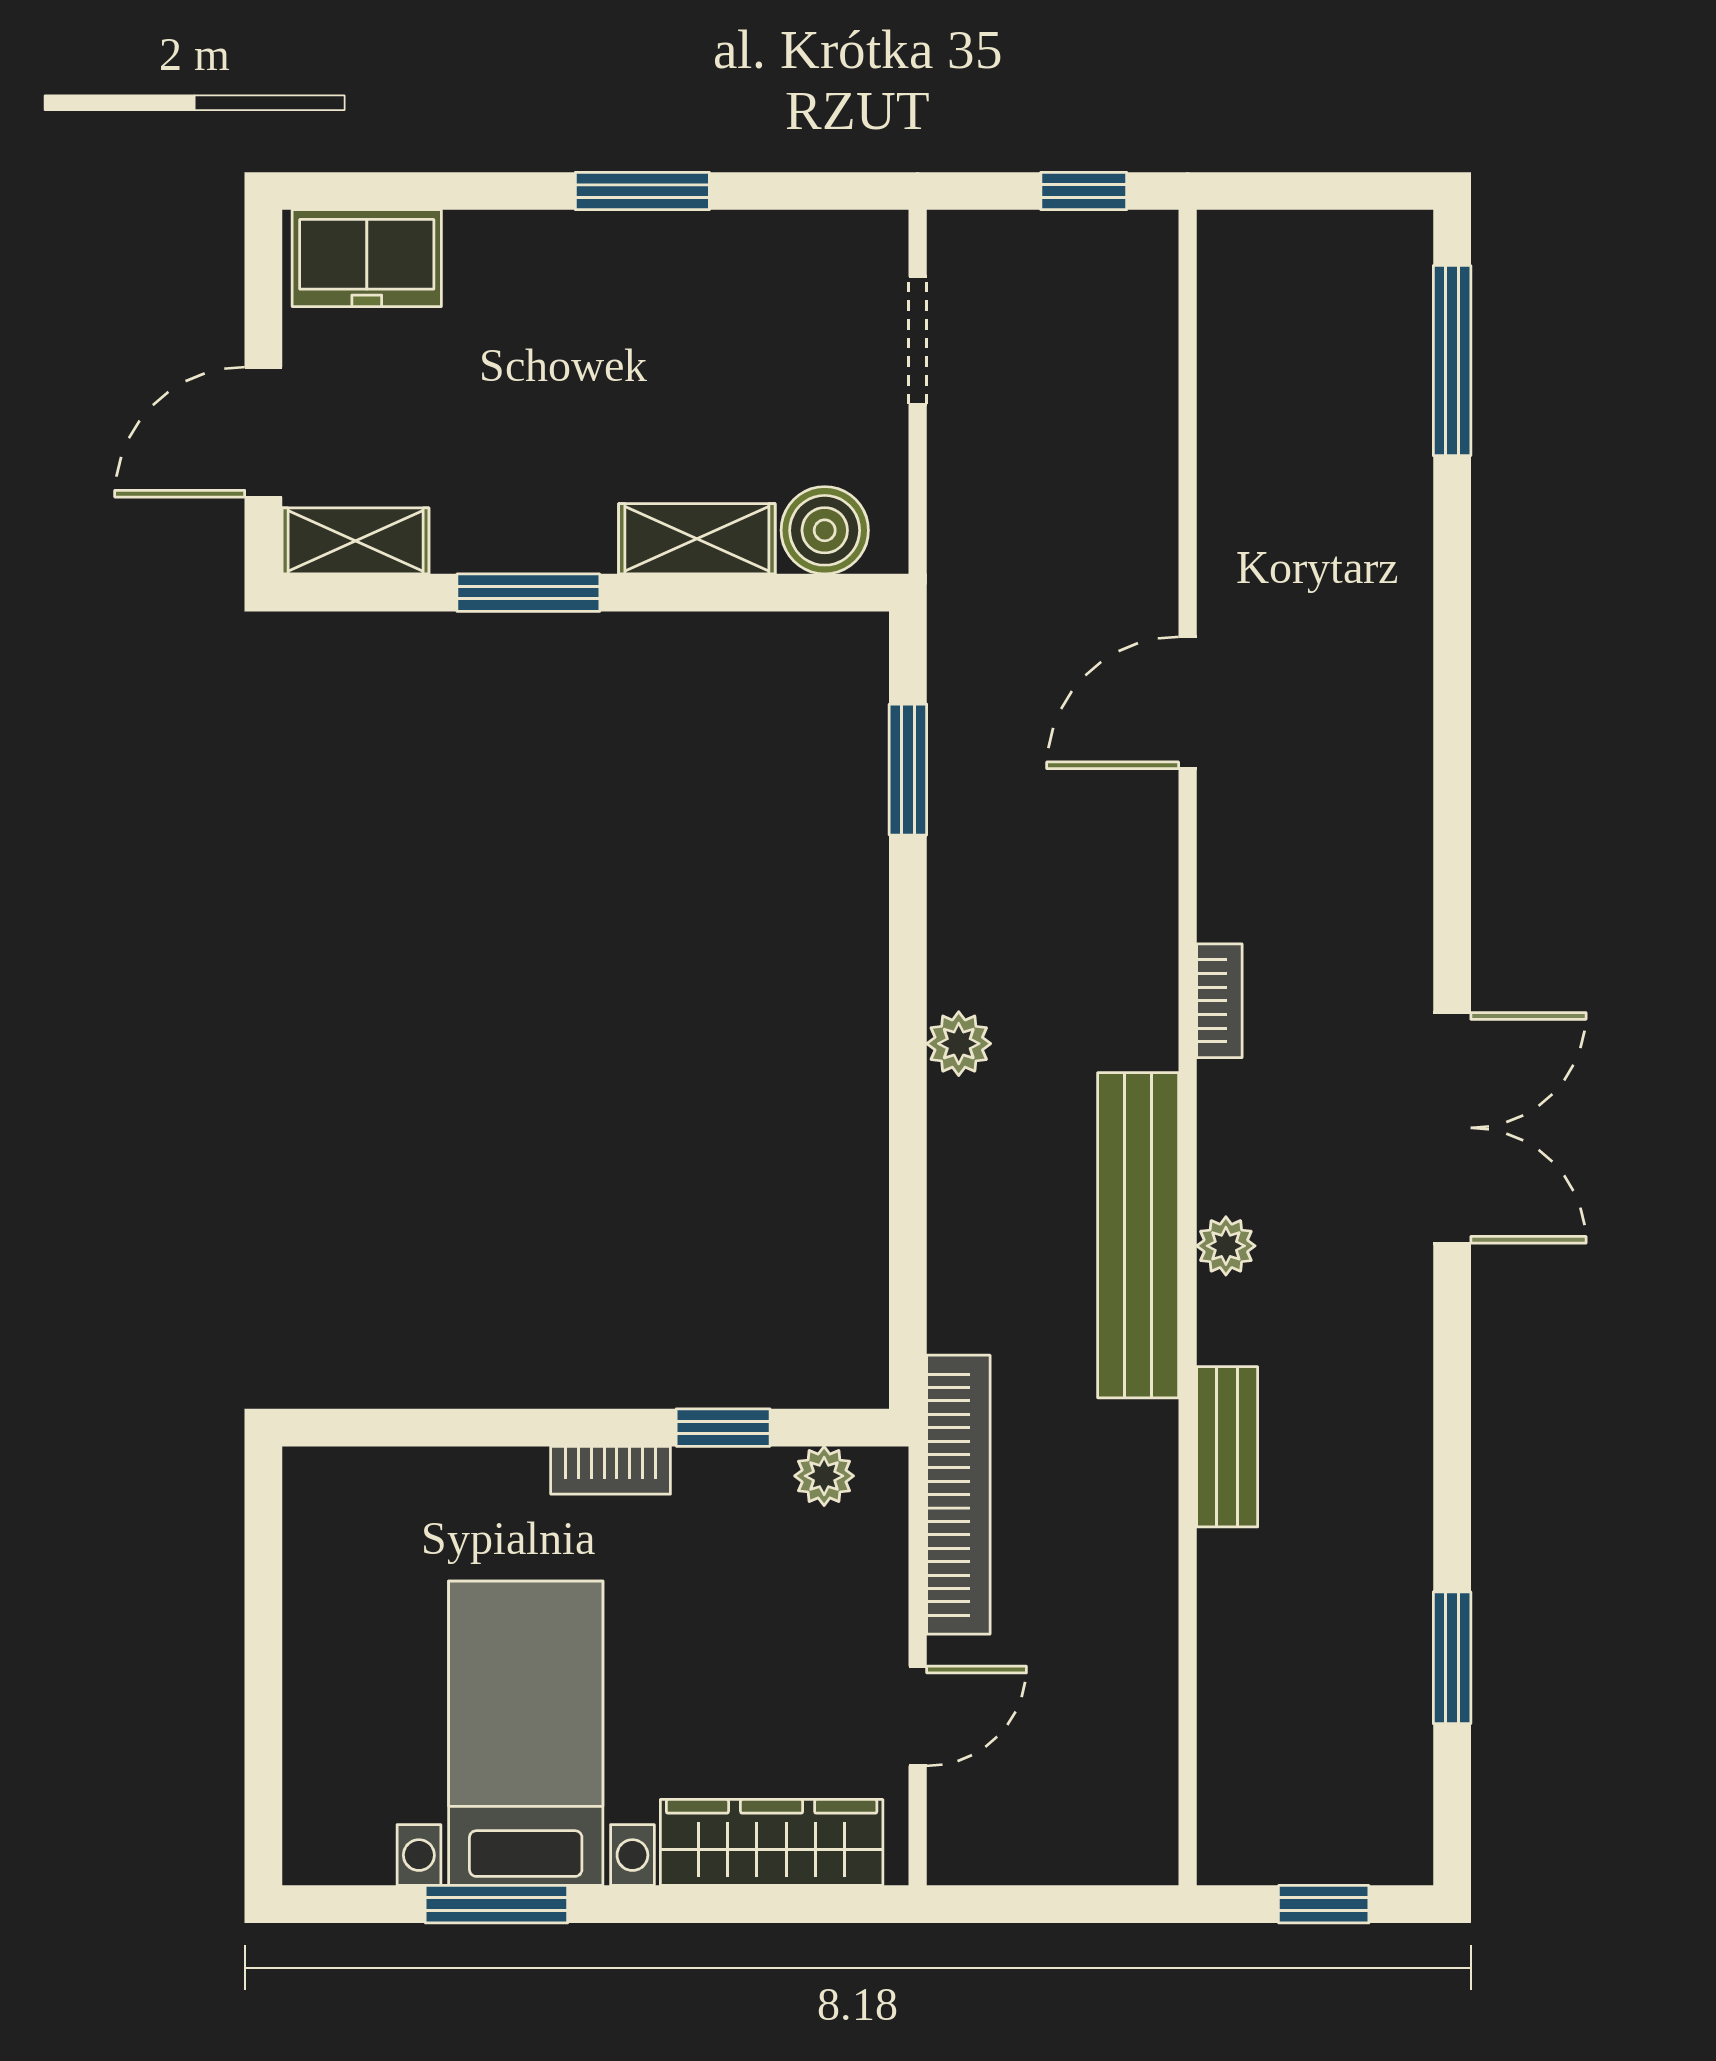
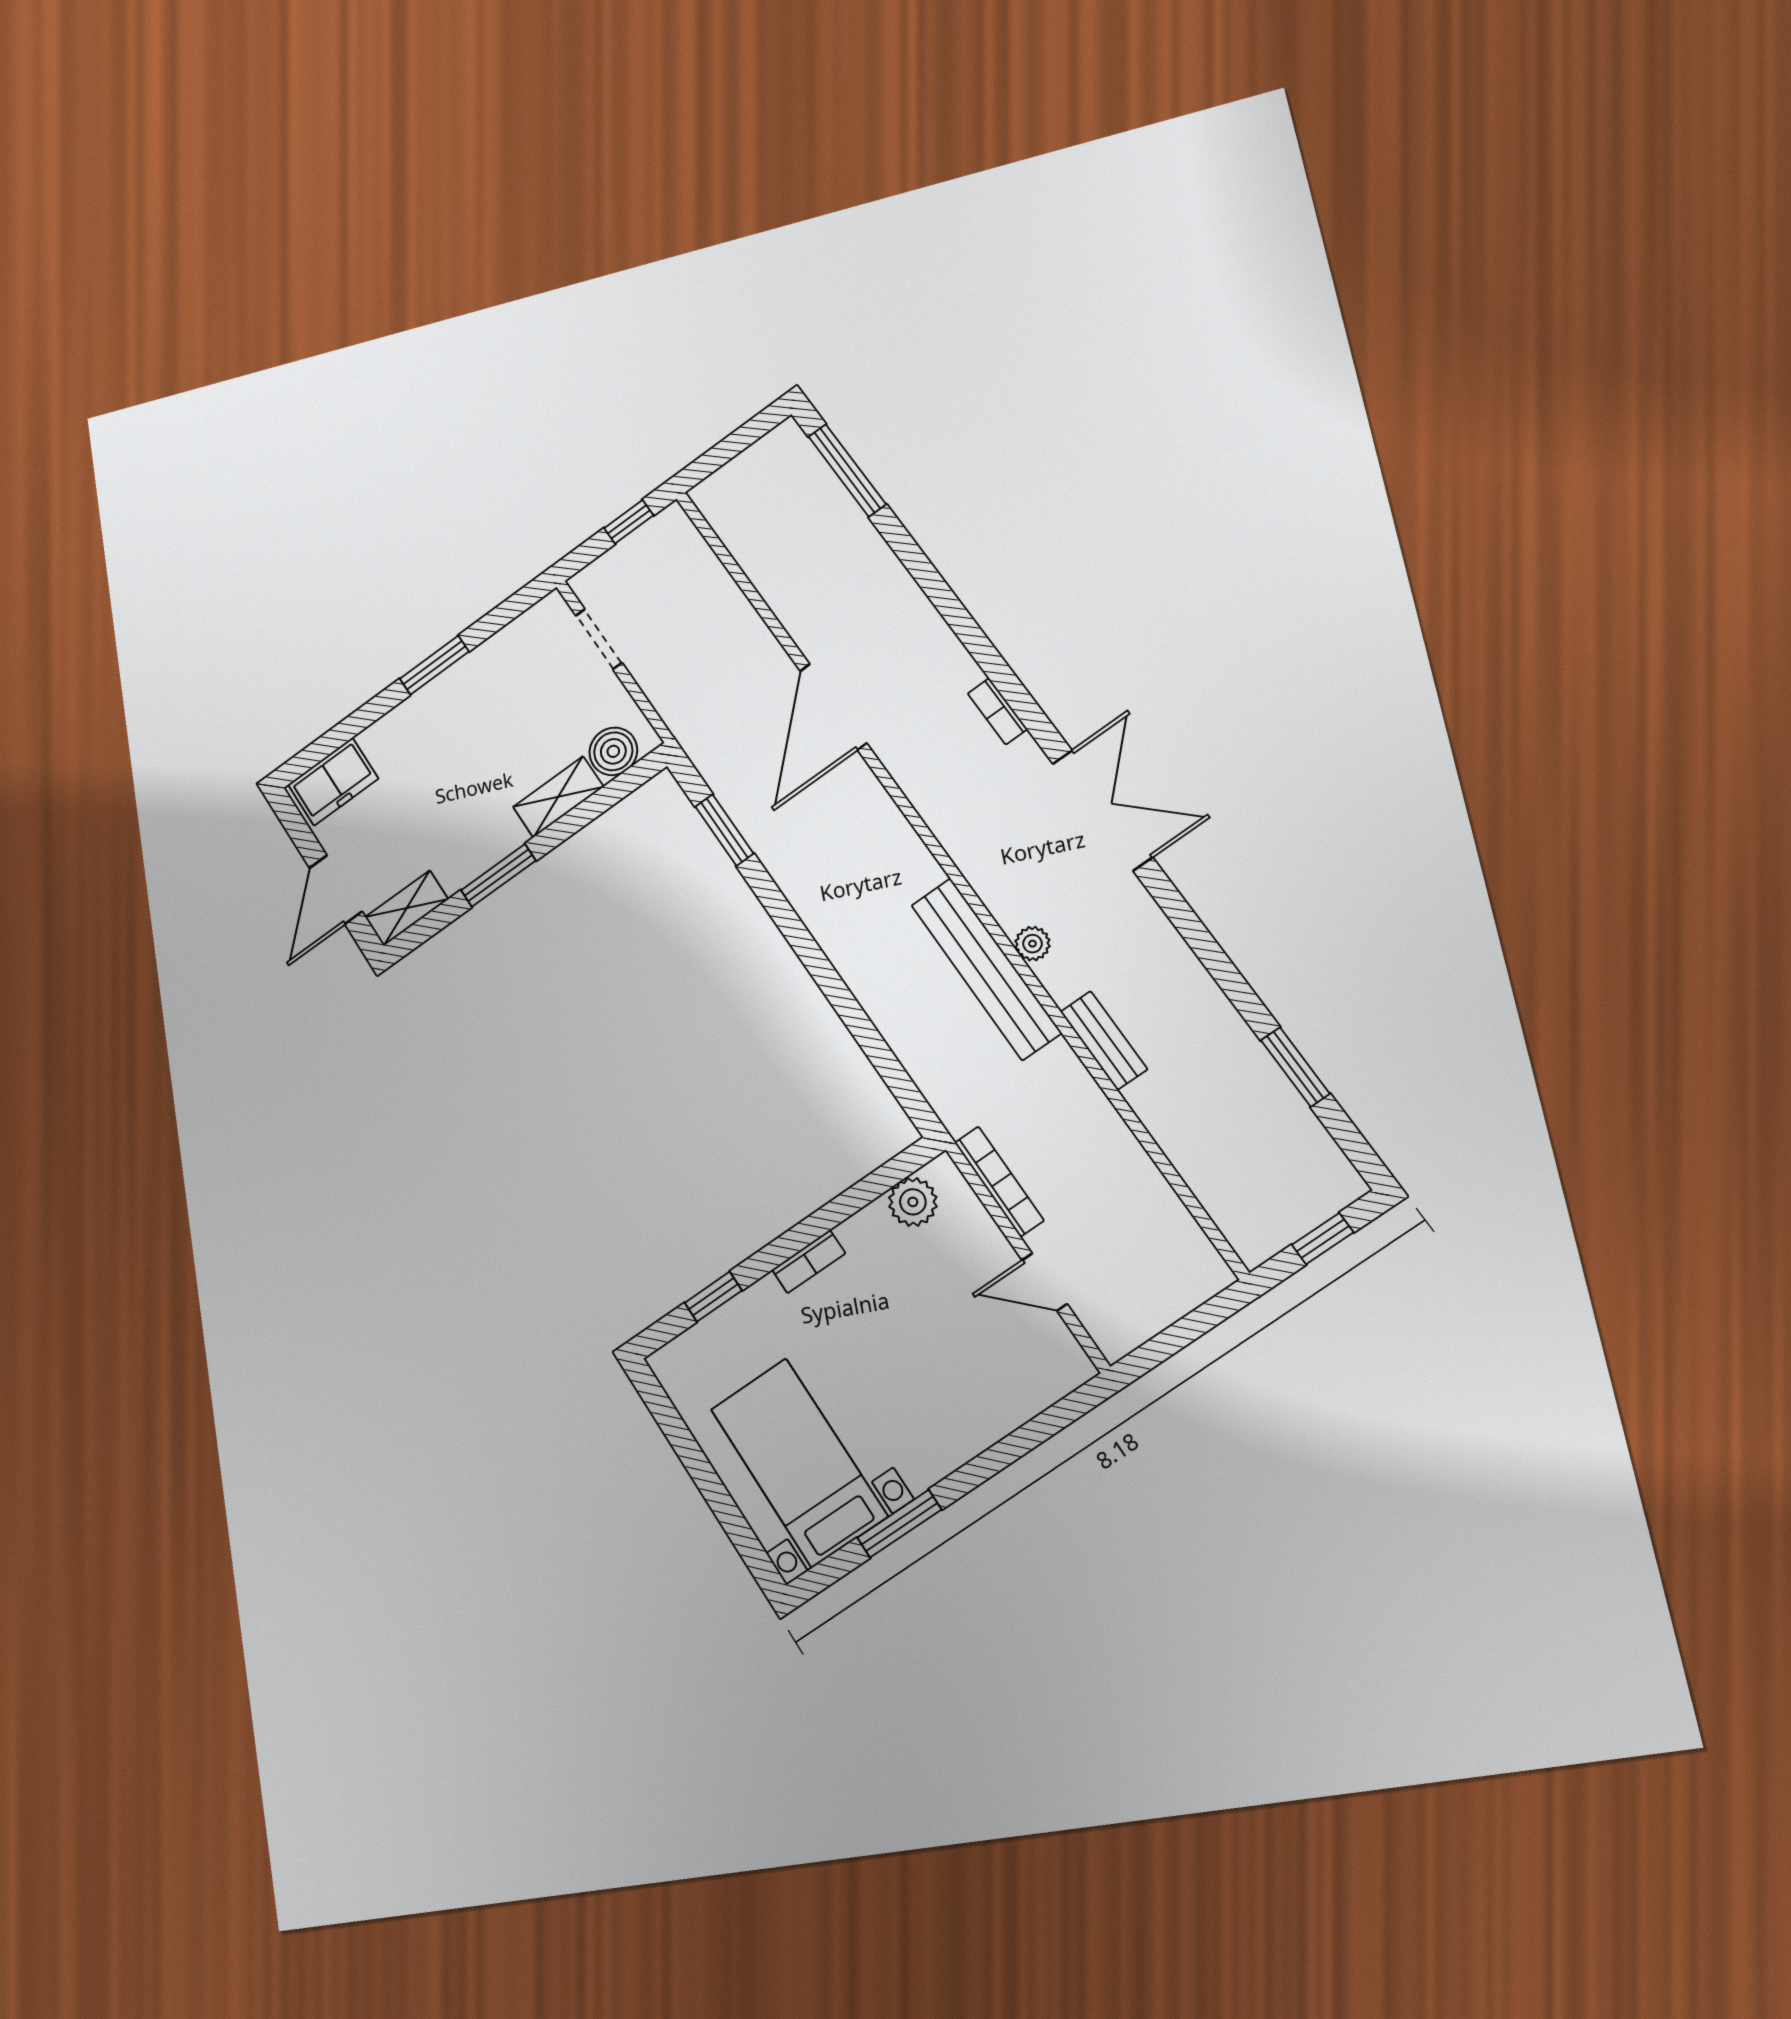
door: (1188, 703) -> (833, 707), width x1.36
bookcase: (1219, 1001) -> (998, 711), moved, turned 180
plant: (959, 1044) -> (836, 939), removed
window: (723, 1428) -> (713, 1297), moved
plant: (824, 1476) -> (913, 1202), width x1.38, depth x1.38
bookcase: (958, 1495) -> (999, 1181), width x0.68, depth x0.76
door: (918, 1716) -> (1045, 1282), swing flipped
bed with nightstands: (526, 1733) -> (799, 1462), moved
wardrobe: (772, 1842) -> (1016, 1398), removed

